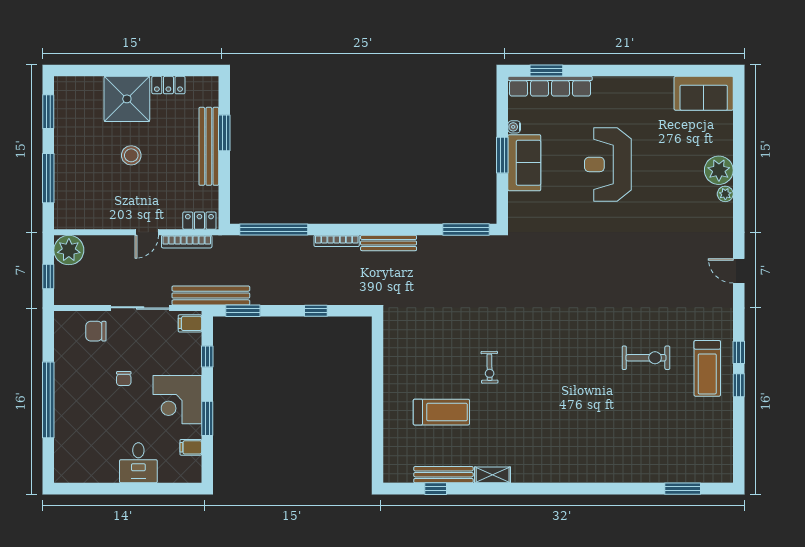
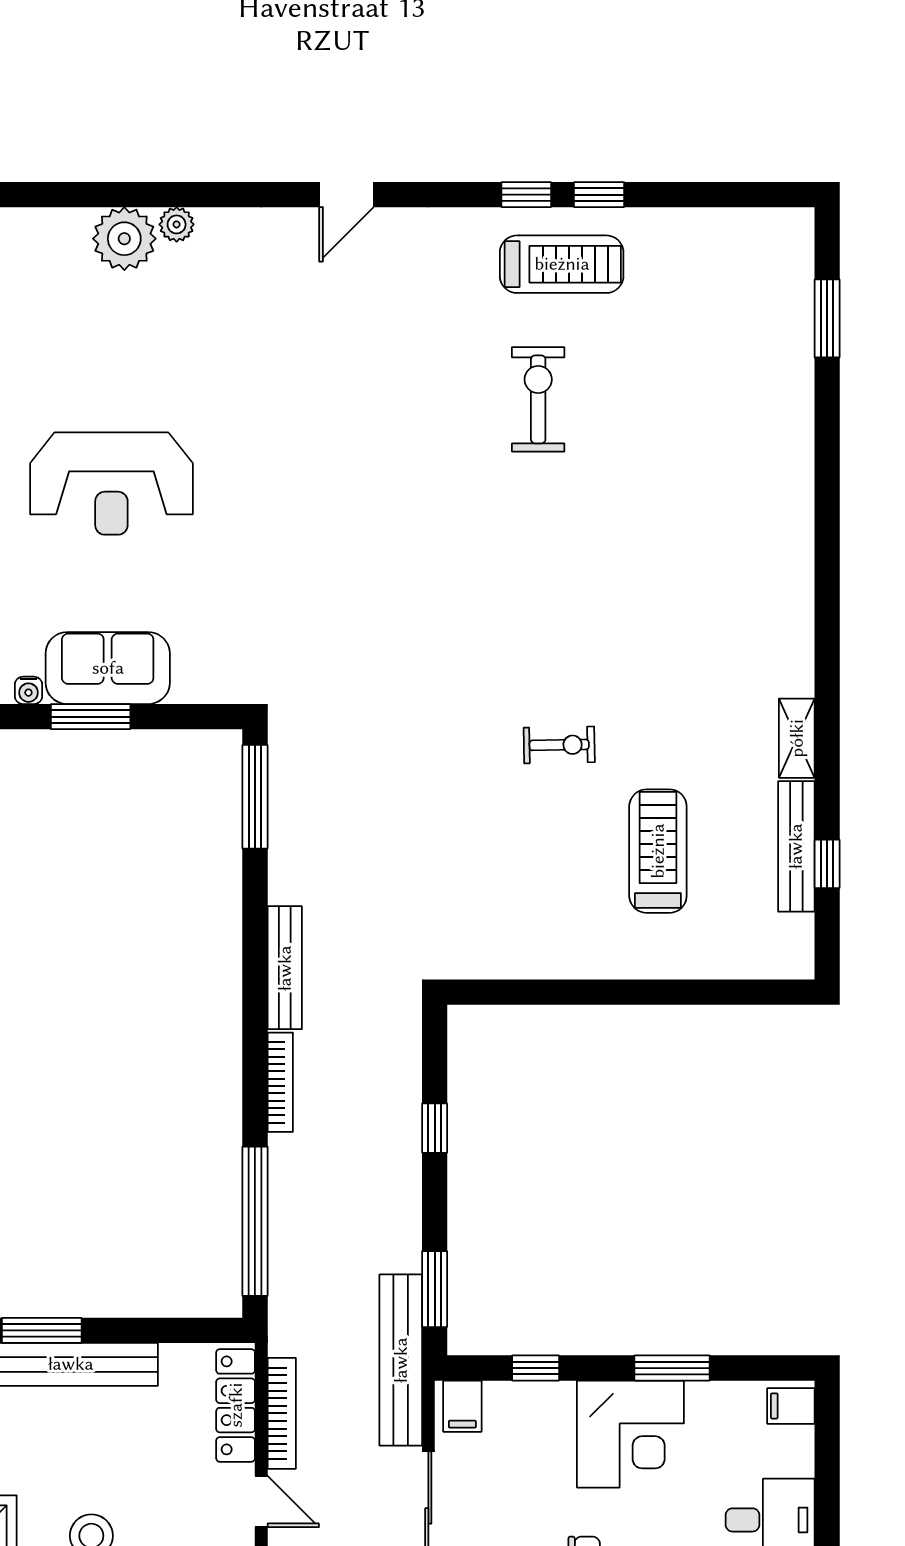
locker: (199, 221) -> (236, 1405), width x1.53
filing cabinet: (191, 447) -> (791, 1406), moved, turned 90

